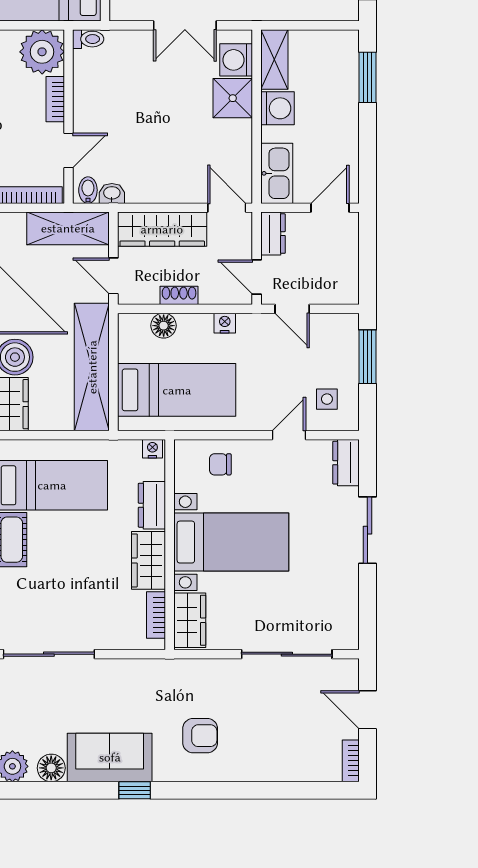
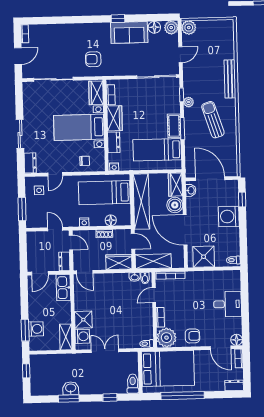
washing machine: (277, 108) -> (36, 329), moved, turned 180
wardrobe: (162, 229) -> (119, 262), width x0.67
door: (367, 710) -> (18, 56), hinge flipped
armchair: (200, 736) -> (93, 59), moved

